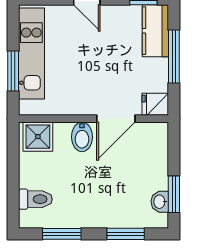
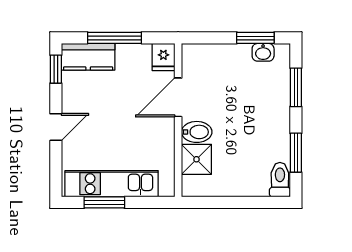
window: (13, 71) -> (104, 202), moved
door: (116, 119) -> (178, 97), swing flipped
shower: (38, 137) -> (196, 159), moved
toilet: (35, 199) -> (280, 180), moved

